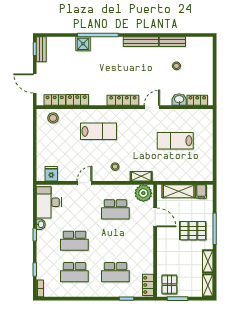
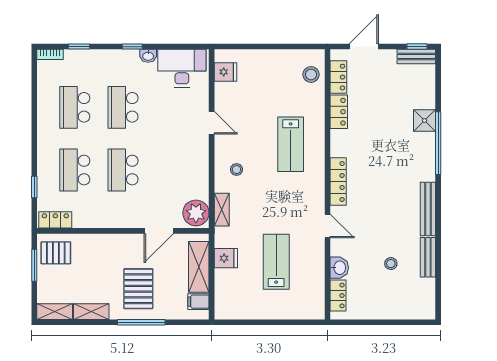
fridge: (173, 174) -> (226, 258), added
school desk: (115, 209) -> (123, 170), moved

